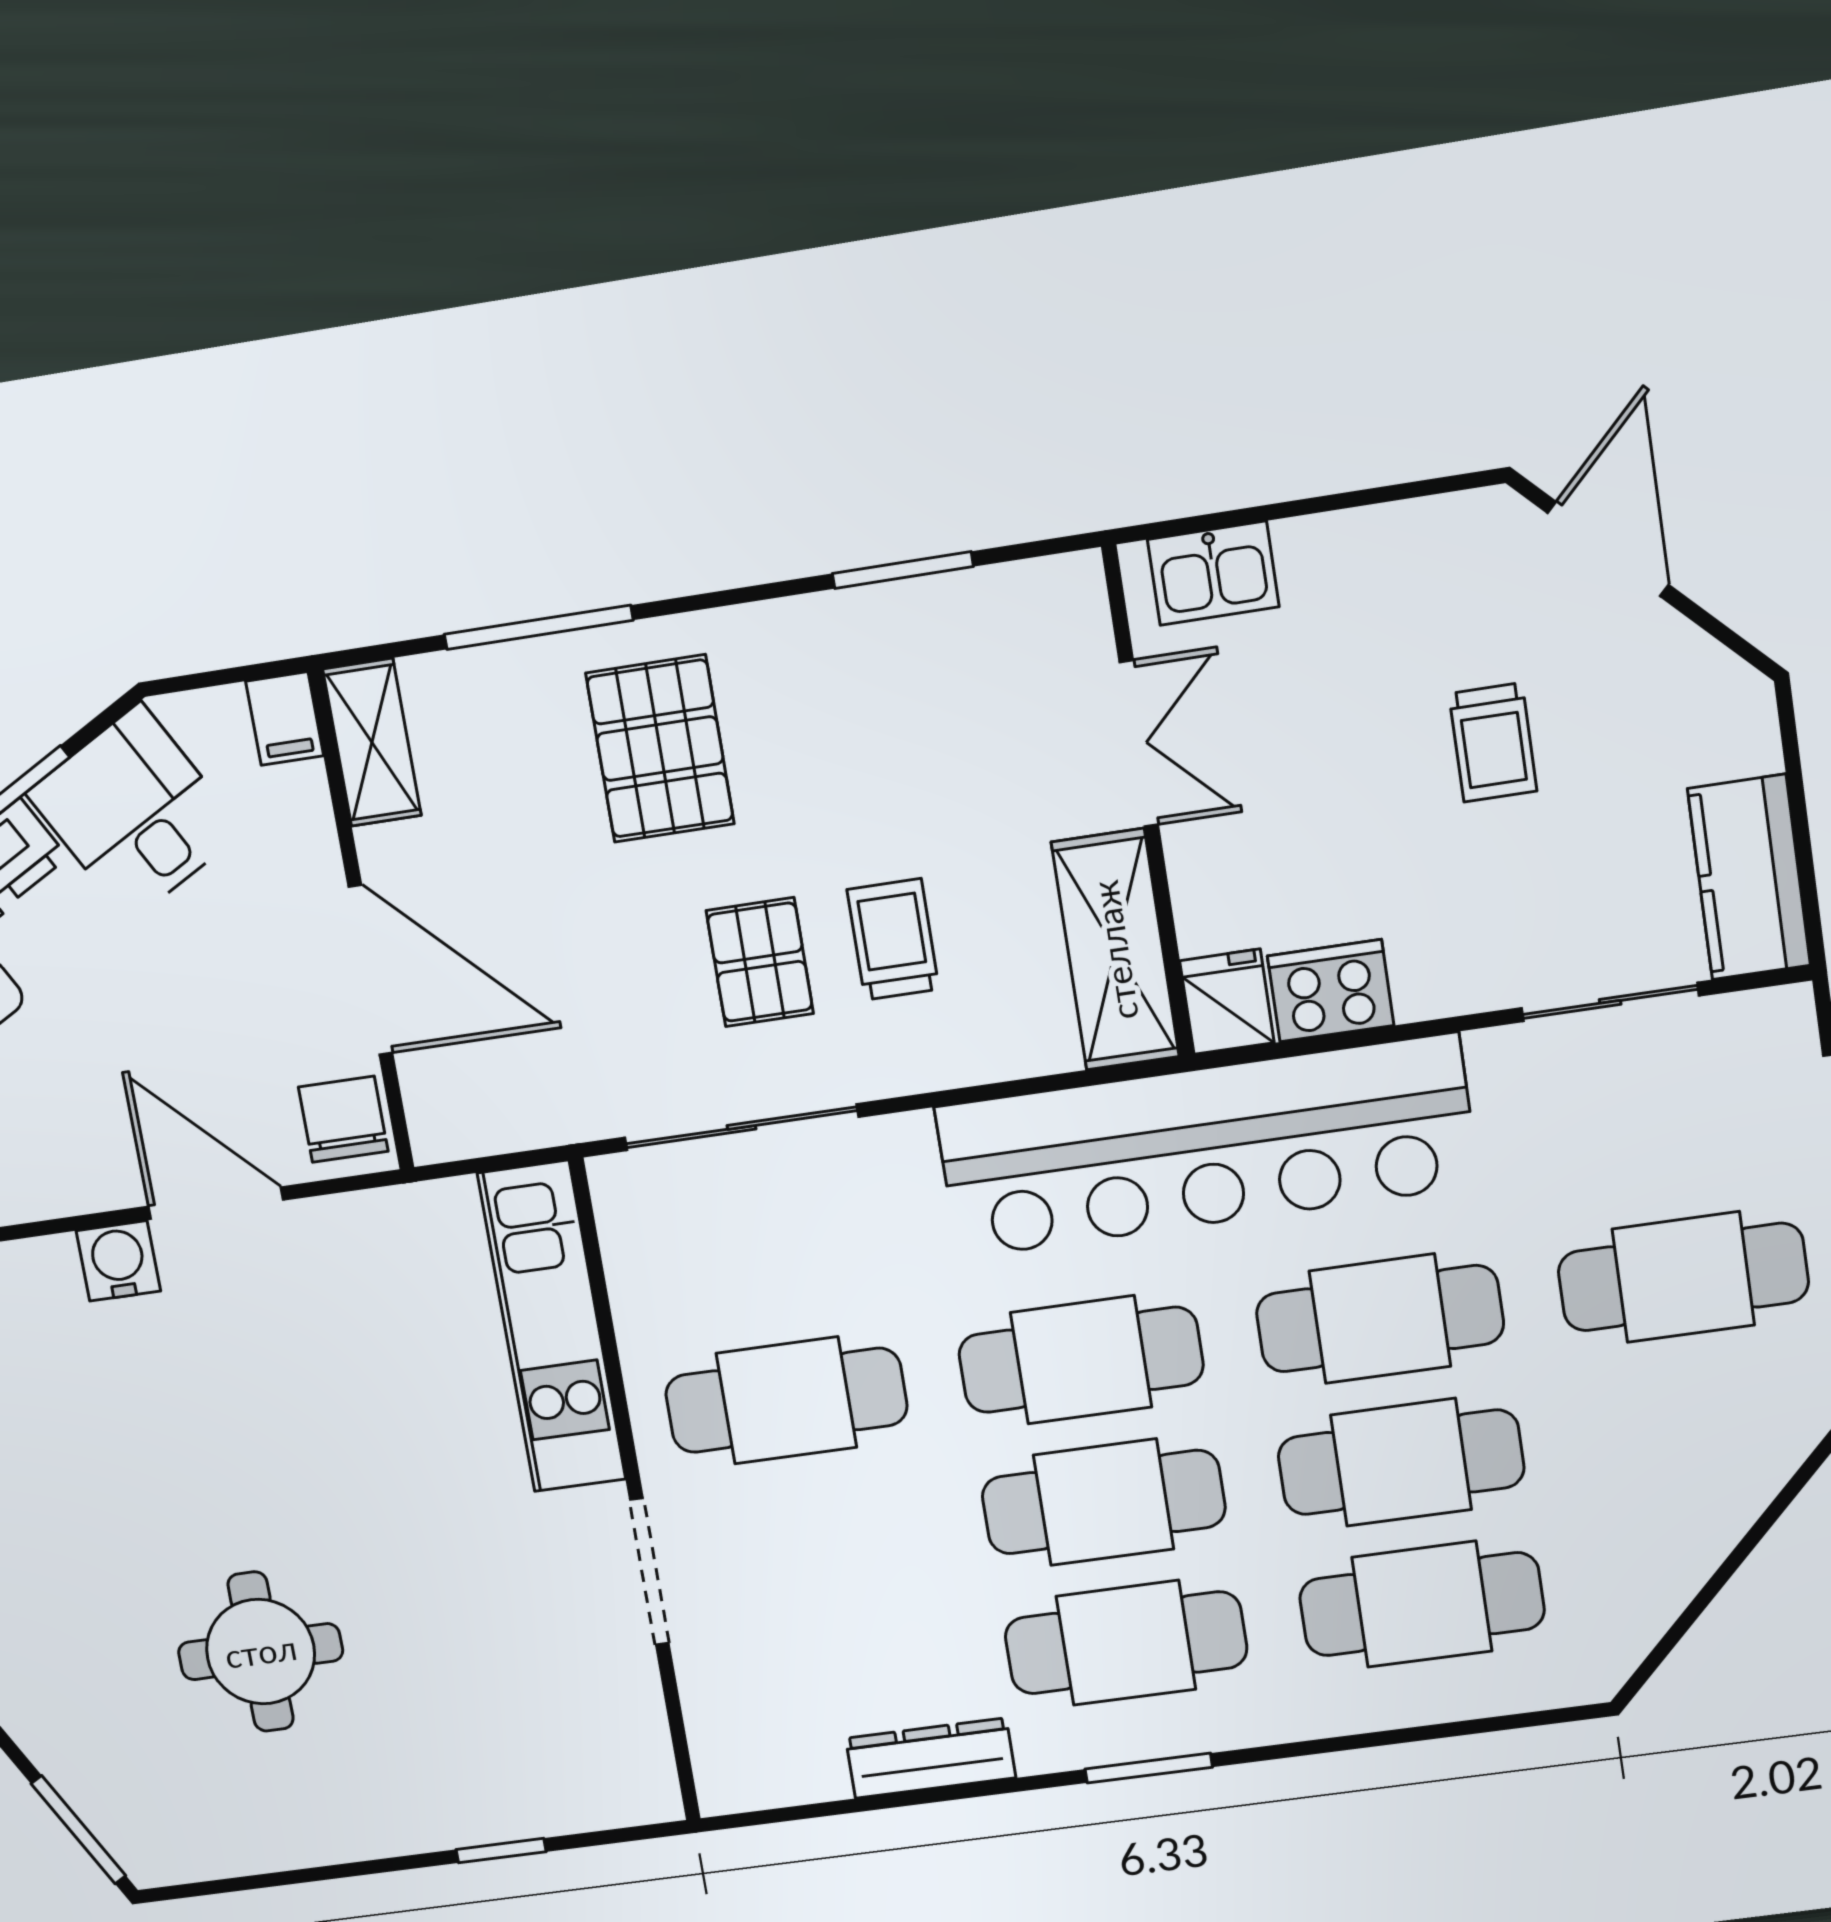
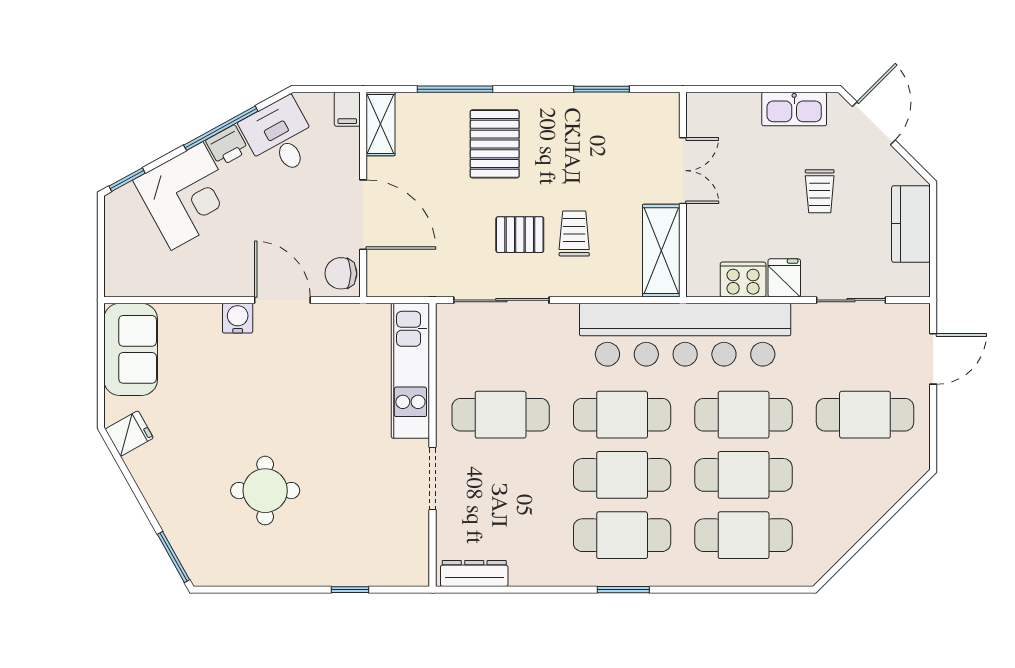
kitchen sink: (1213, 573) -> (794, 109), moved, width x1.38
kitchen counter: (1749, 877) -> (911, 224), moved
pallet: (760, 962) -> (520, 235), turned 90
fridge: (1227, 1002) -> (784, 278), moved
chair: (343, 1119) -> (341, 273), turned -90
dresser: (931, 1758) -> (474, 573), moved

